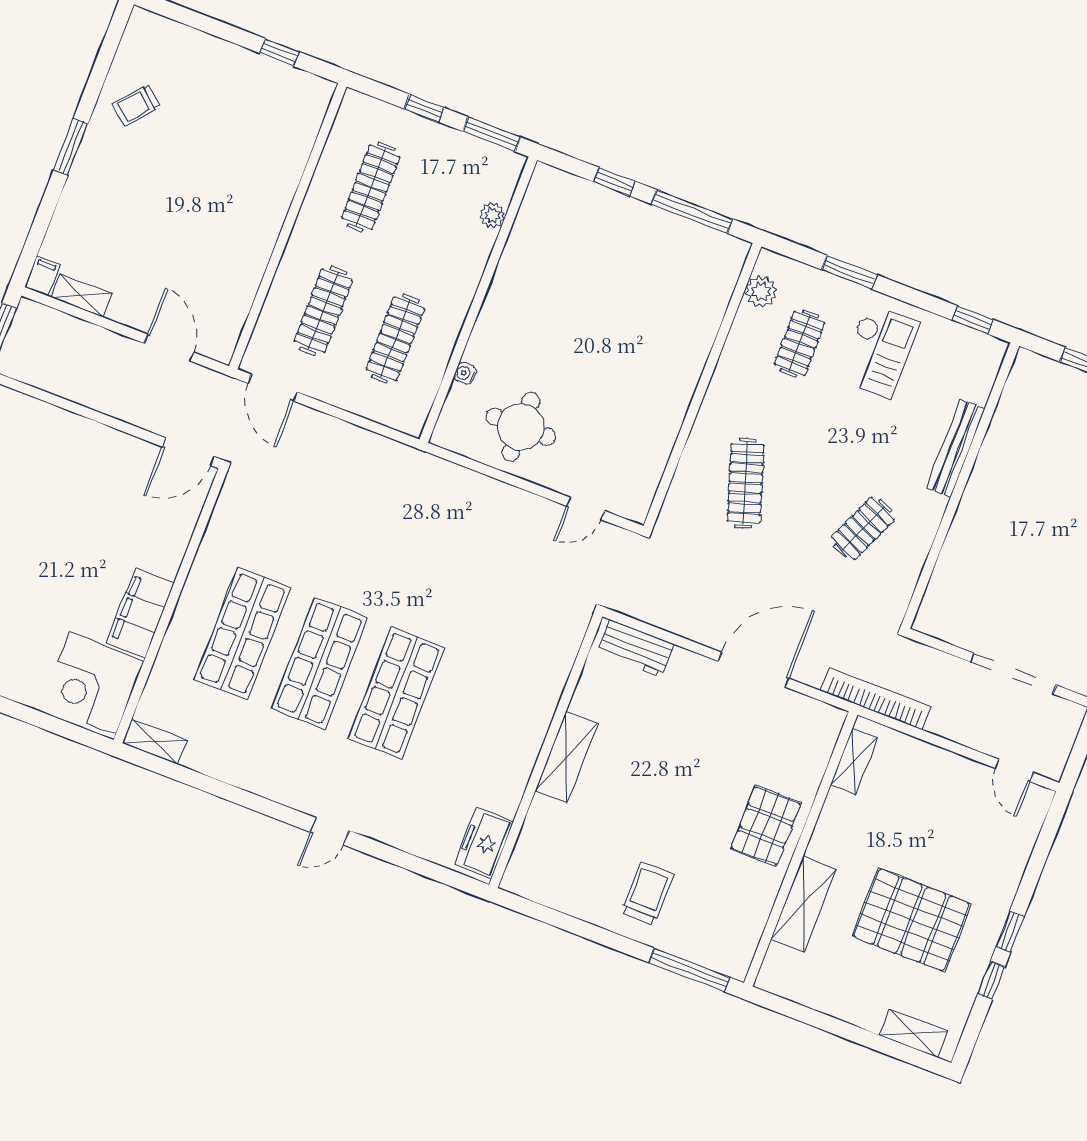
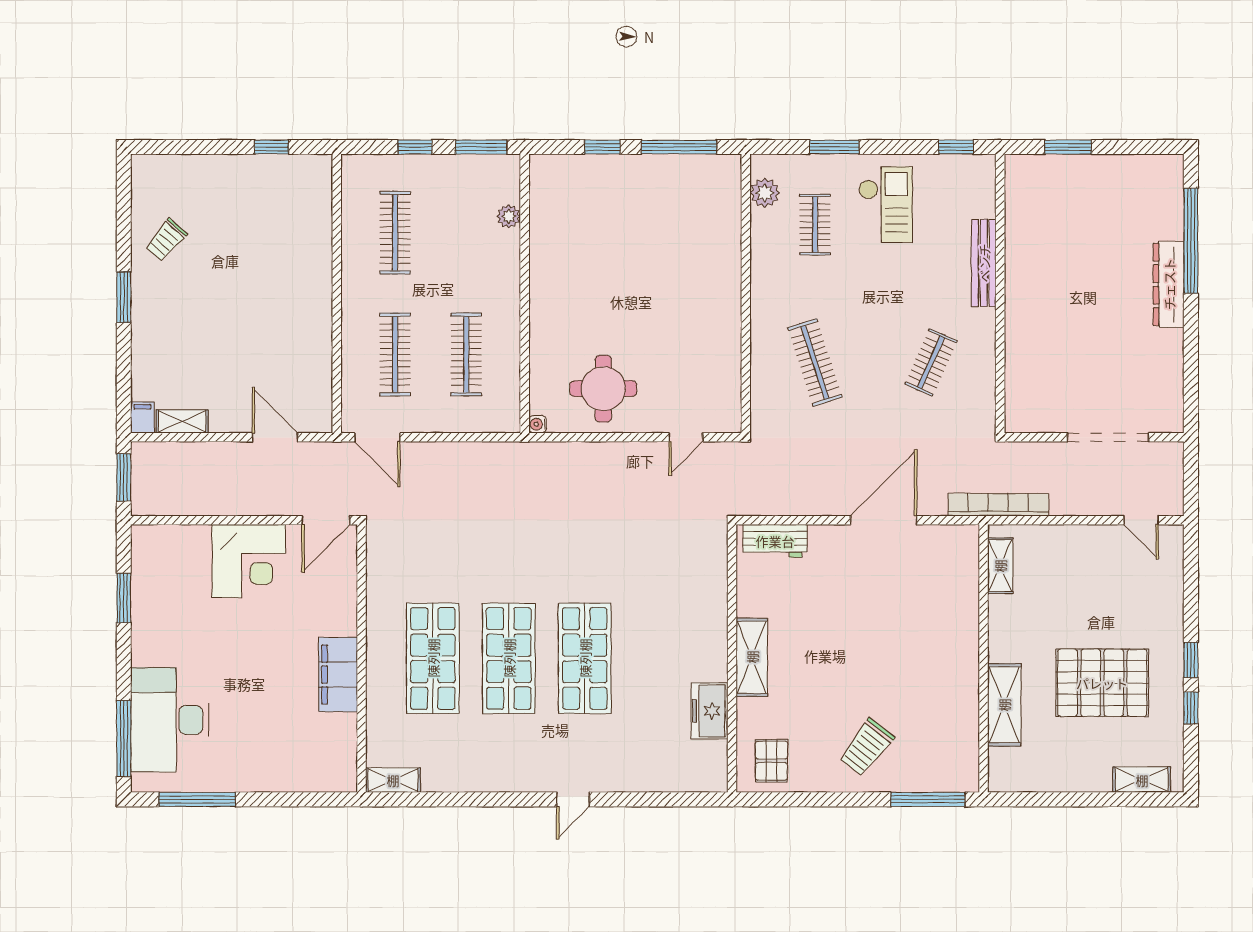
water cooler: (465, 373) -> (538, 424), moved
corner desk: (93, 683) -> (249, 561), moved, turned -90
pallet: (766, 826) -> (772, 761), moved, width x0.67, depth x0.71
freezer: (484, 843) -> (709, 711), moved
trolley: (647, 893) -> (866, 747), turned -142

